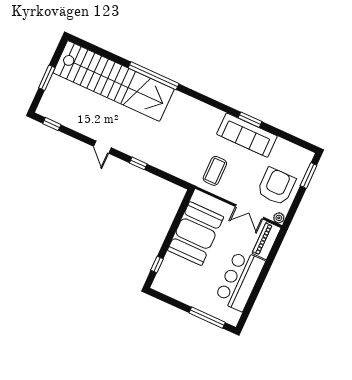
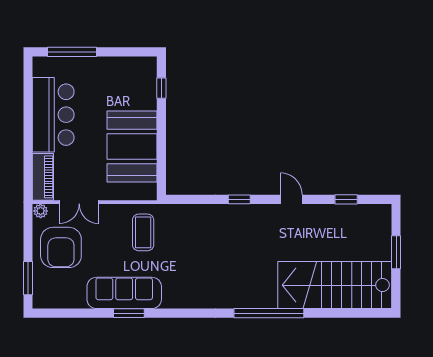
stairs: (114, 81) -> (335, 285), width x0.73
window: (52, 124) -> (346, 199), moved
double door: (249, 212) -> (79, 202), swing flipped

